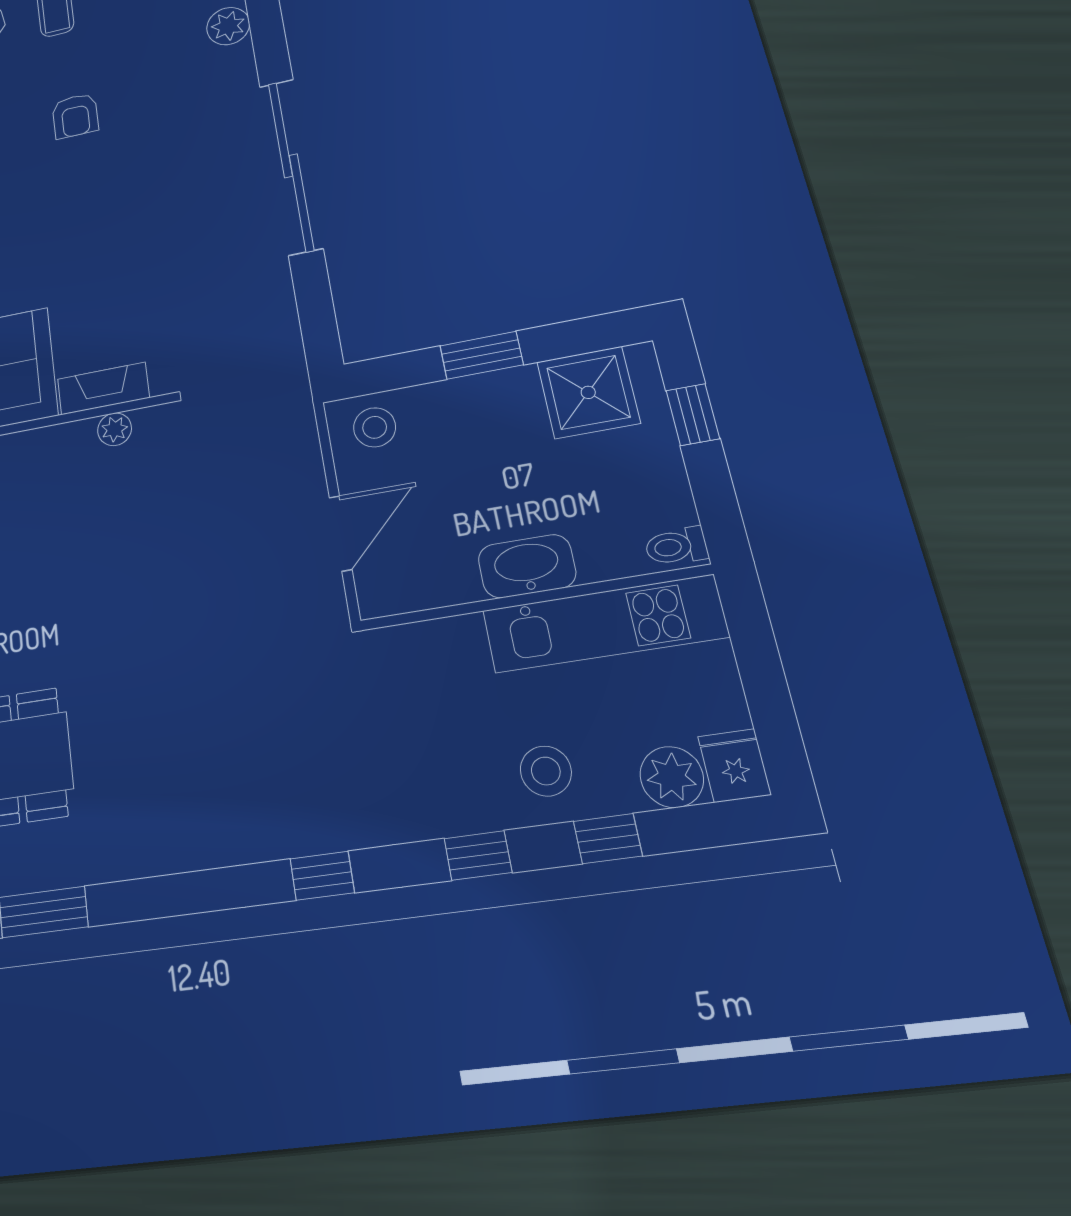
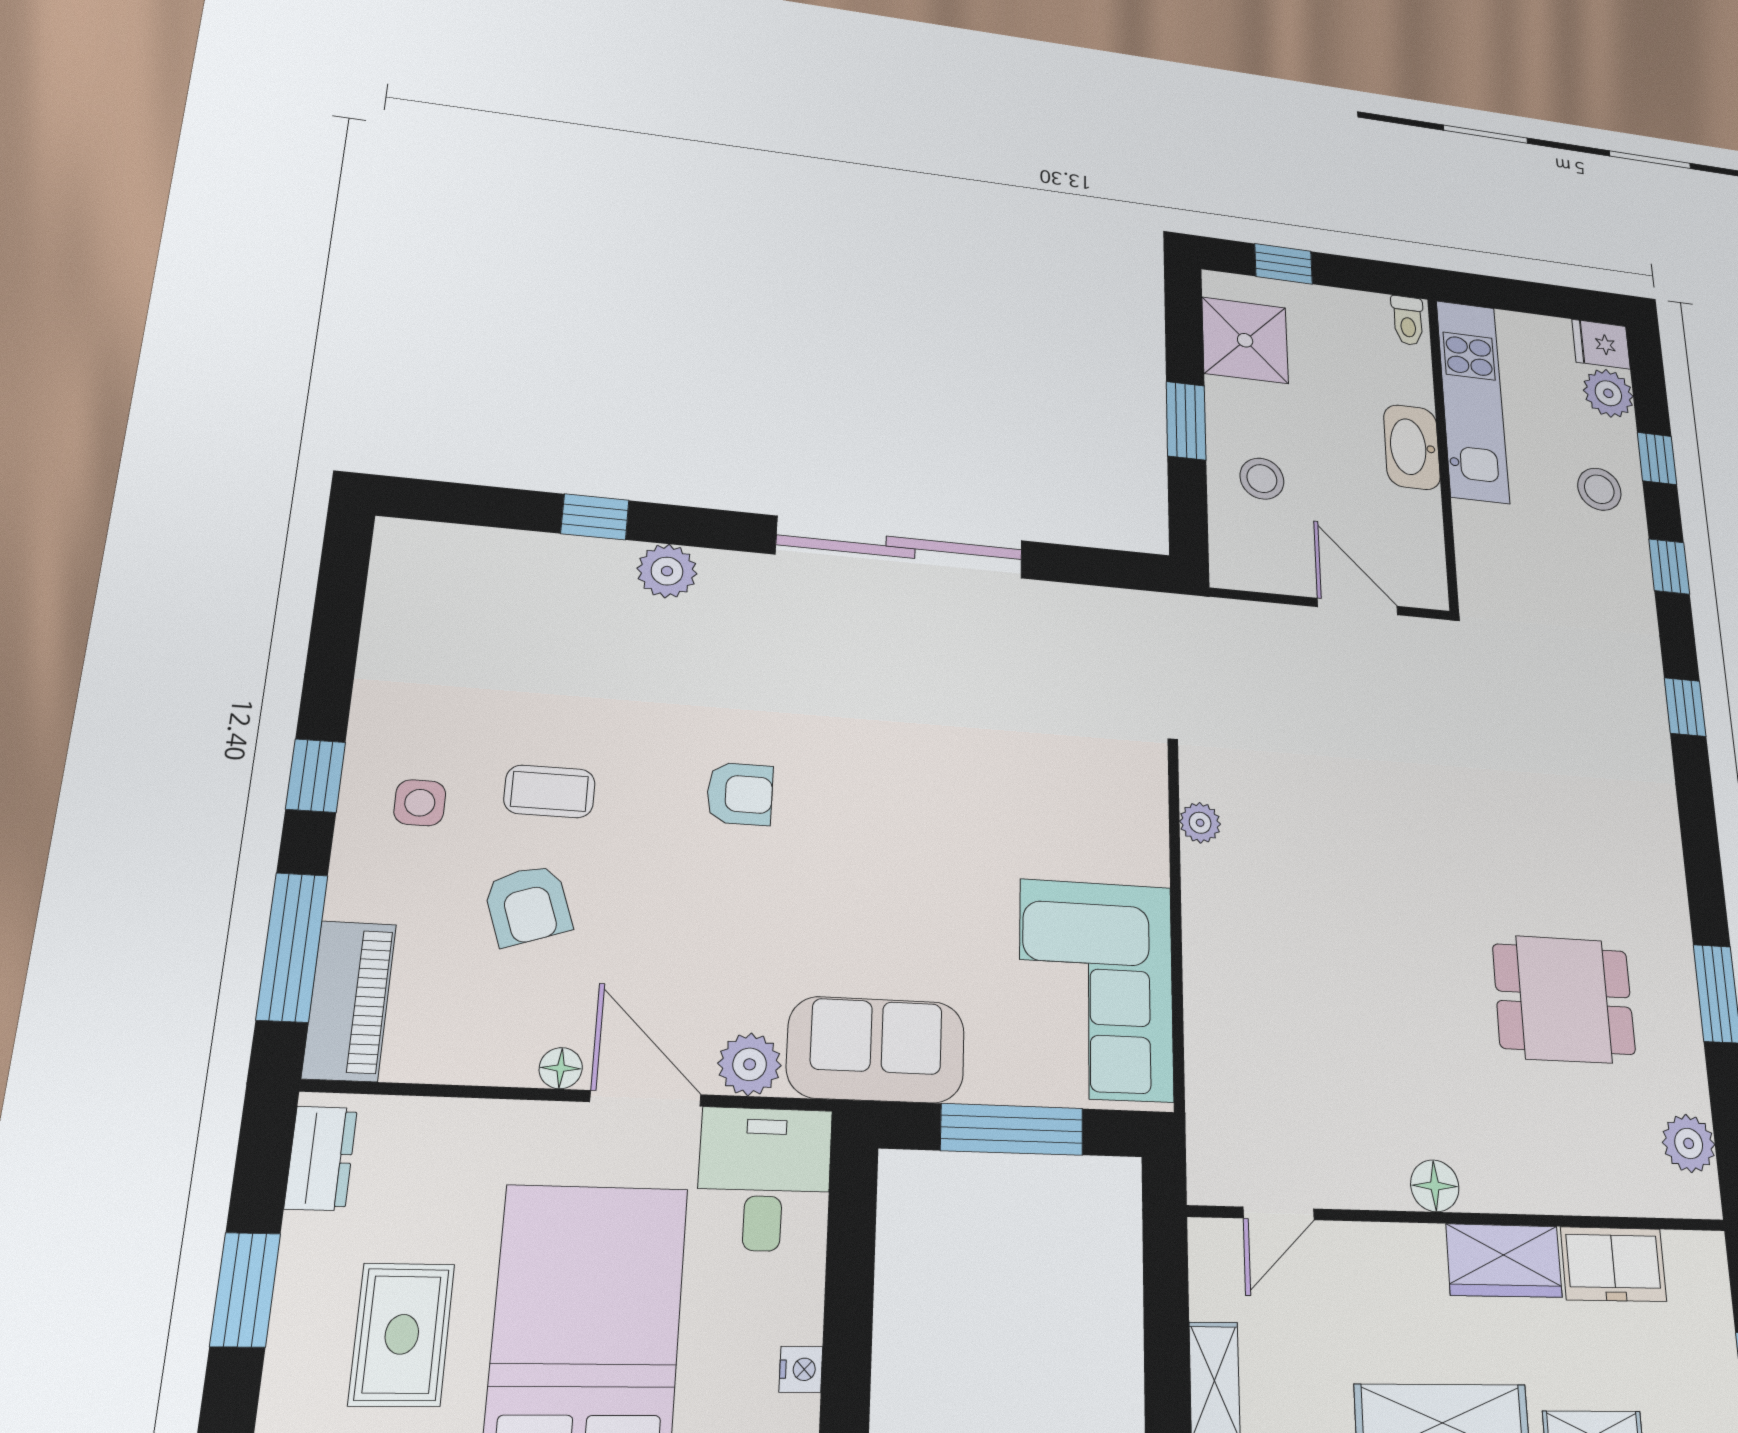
fireplace: (103, 388) -> (1145, 827), removed
stool: (375, 427) -> (1262, 479), moved

